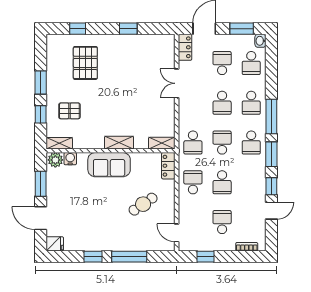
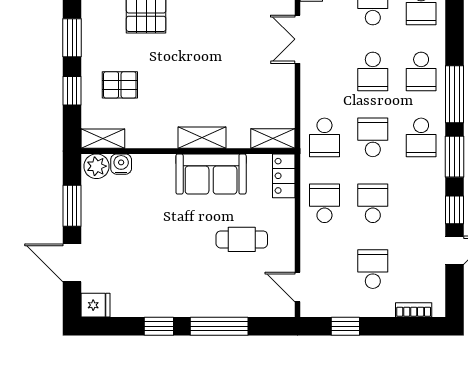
sofa: (109, 165) -> (211, 174), moved
school desk: (222, 182) -> (373, 203), turned 180
cafe table: (143, 204) -> (242, 239), turned 34

